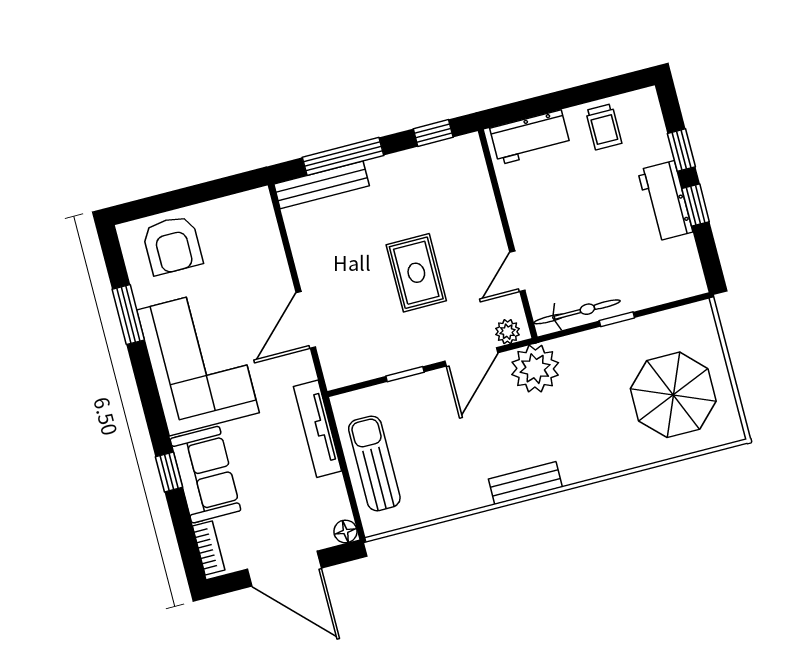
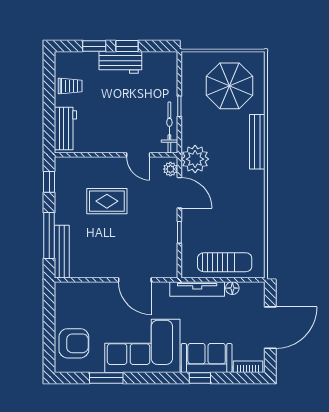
rug: (416, 273) -> (107, 201), moved
sun lounger: (374, 463) -> (225, 262), turned 180
bench: (525, 483) -> (257, 142), moved, width x1.36
floor lamp: (345, 531) -> (232, 288), moved

